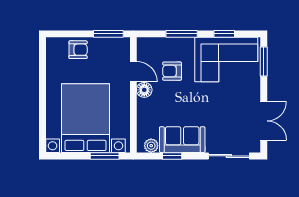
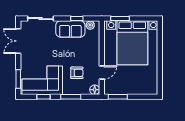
armchair: (78, 50) -> (137, 87), removed
door: (133, 72) -> (102, 72), swing flipped
floor lamp: (144, 90) -> (95, 90), moved

